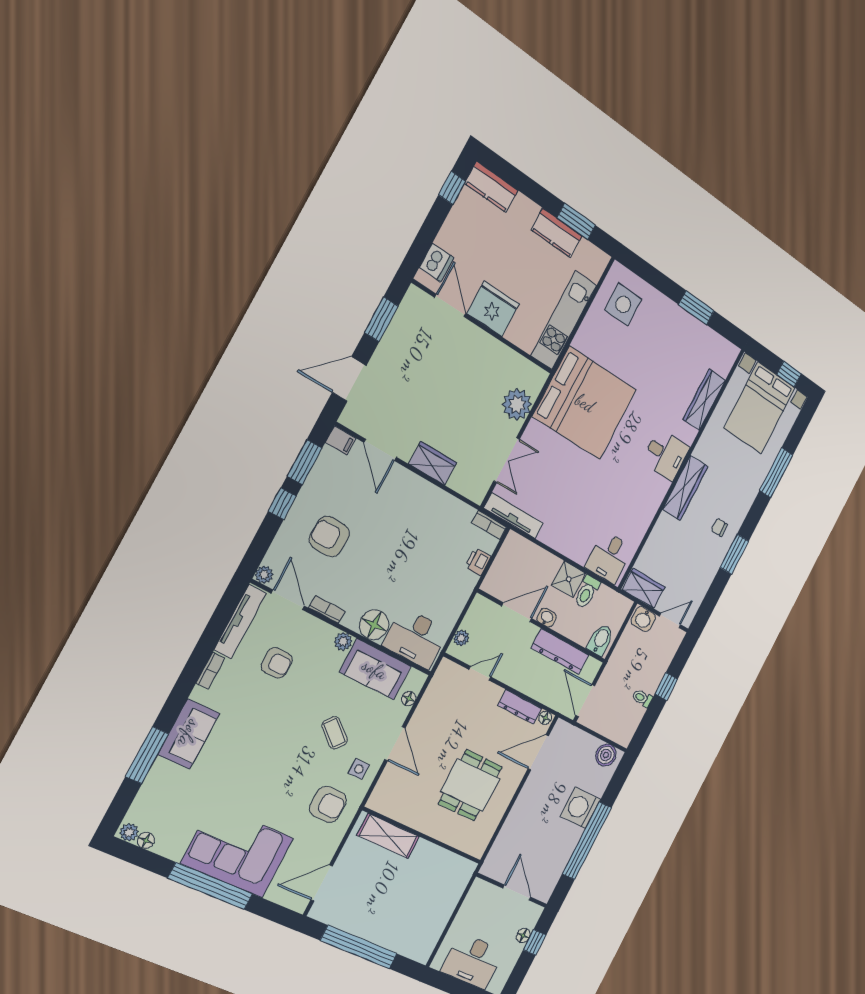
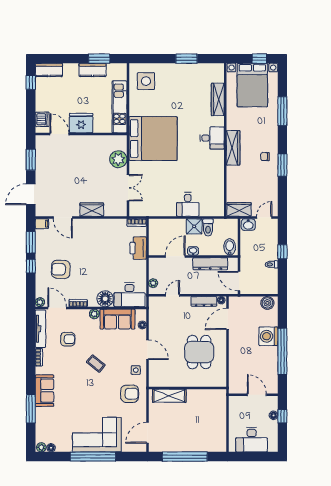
tv unit: (514, 516) -> (147, 212), removed
desk: (609, 557) -> (188, 204), moved
printer: (478, 562) -> (138, 248), width x1.87, depth x1.48
coffee table: (334, 733) -> (96, 364), moved

